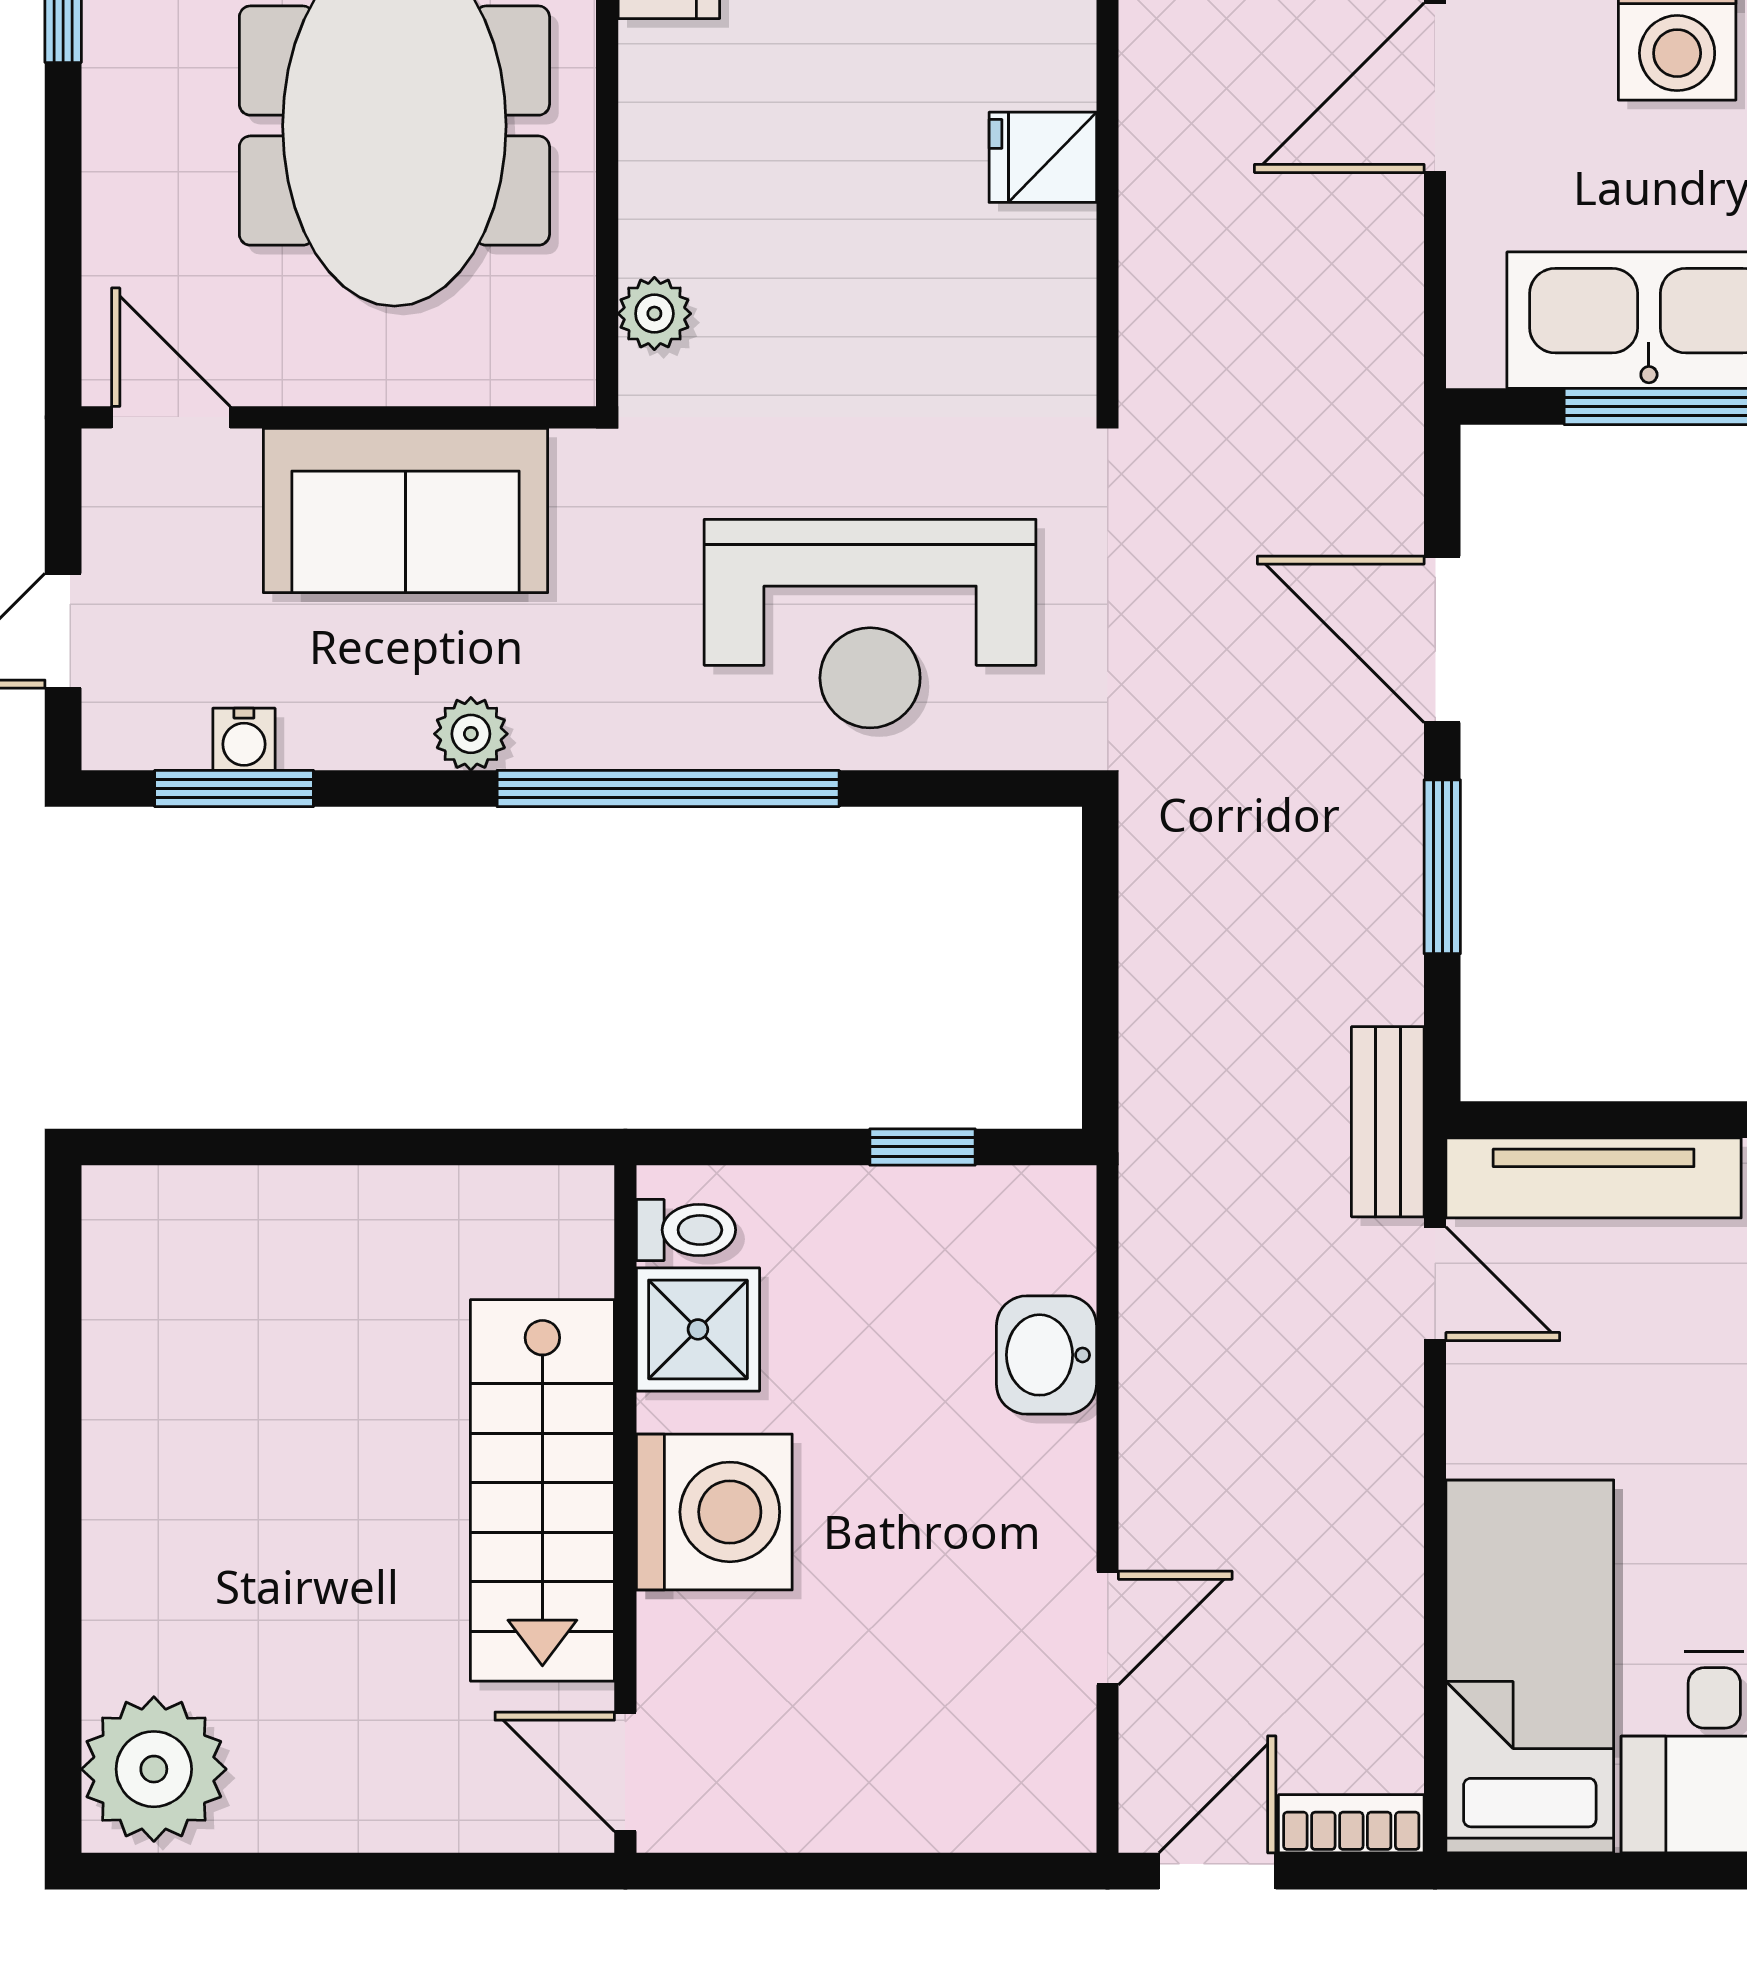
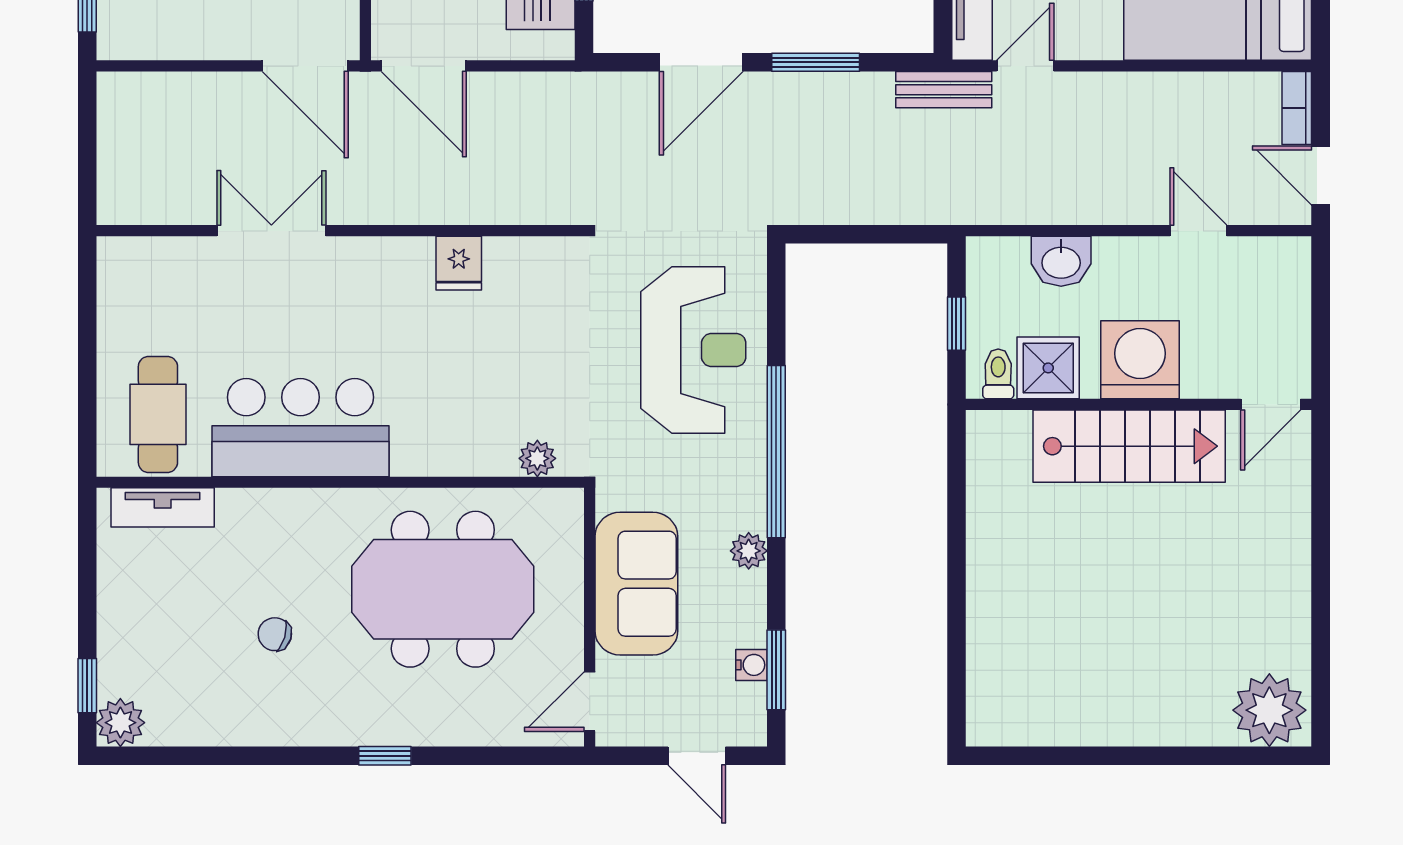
toilet: (686, 1230) -> (998, 374), moved
shower: (698, 1329) -> (1048, 368), moved
stairs: (542, 1490) -> (1129, 446), moved
wall: (625, 1509) -> (1139, 404), moved
washing machine: (714, 1512) -> (1140, 360), moved
door: (625, 1772) -> (1271, 404), moved

